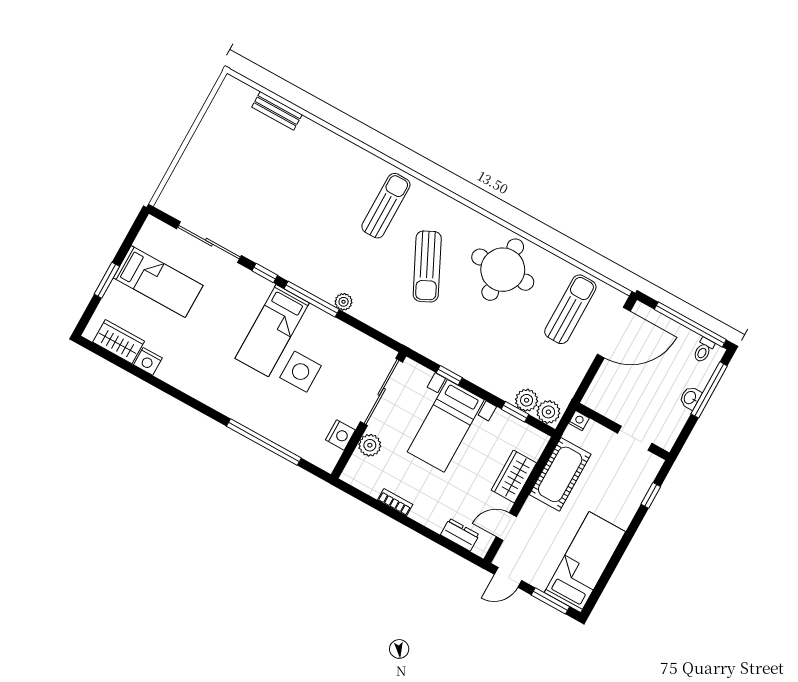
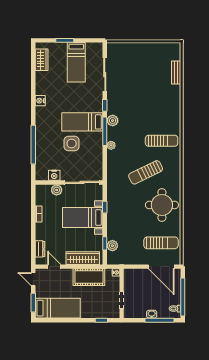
nightstand: (148, 361) -> (40, 101), moved
plant: (548, 412) -> (113, 121), moved
wardrobe: (514, 476) -> (83, 258), width x1.50

